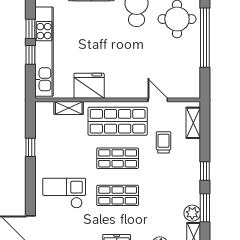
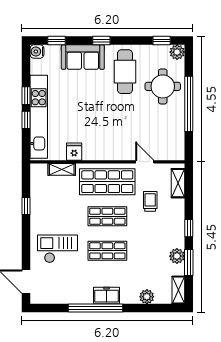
fridge: (89, 86) -> (74, 152), width x0.53, depth x0.75
plant: (192, 213) -> (177, 256), moved

